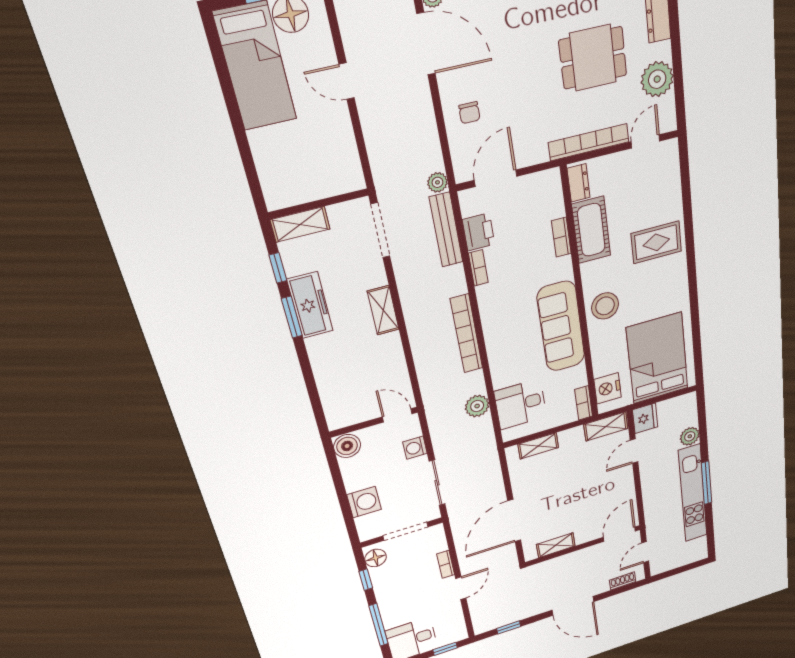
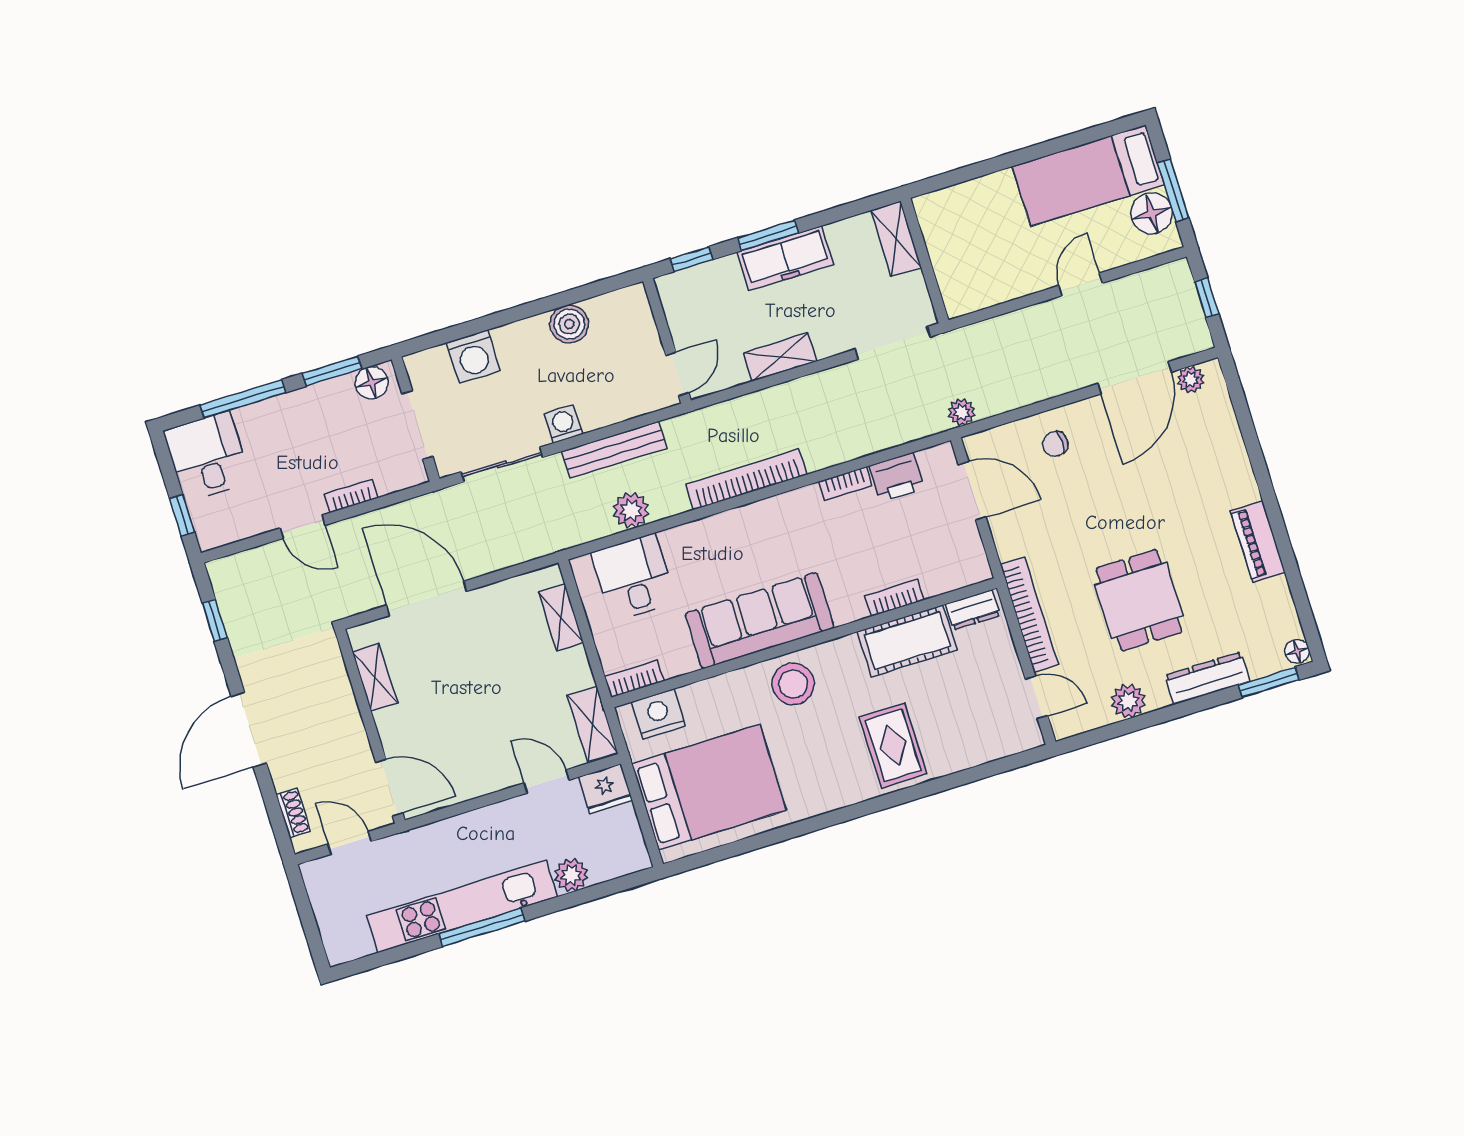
plant: (657, 79) -> (1128, 701), width x0.73, depth x0.73
bench: (446, 230) -> (614, 450), moved
window: (278, 268) -> (691, 259), moved
door: (397, 415) -> (677, 374), moved
wall: (374, 422) -> (667, 341), moved
window: (366, 580) -> (332, 371), width x1.50

